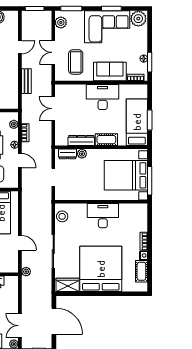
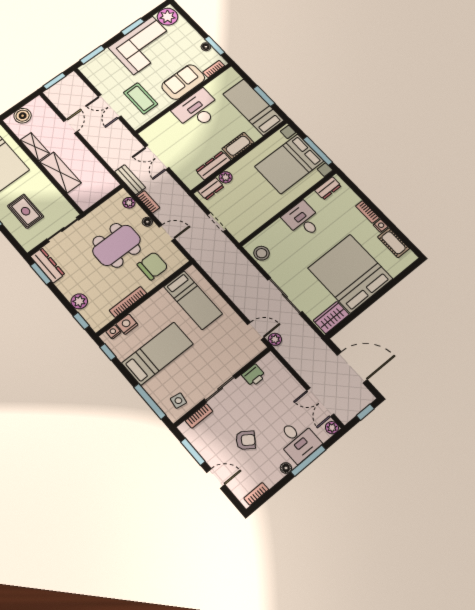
plant: (61, 22) -> (93, 74), removed
bench: (26, 81) -> (130, 180), moved
dresser: (134, 209) -> (328, 188), added
desk: (103, 216) -> (303, 220), width x0.73
door: (20, 243) -> (256, 331), moved

